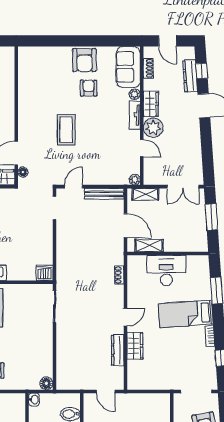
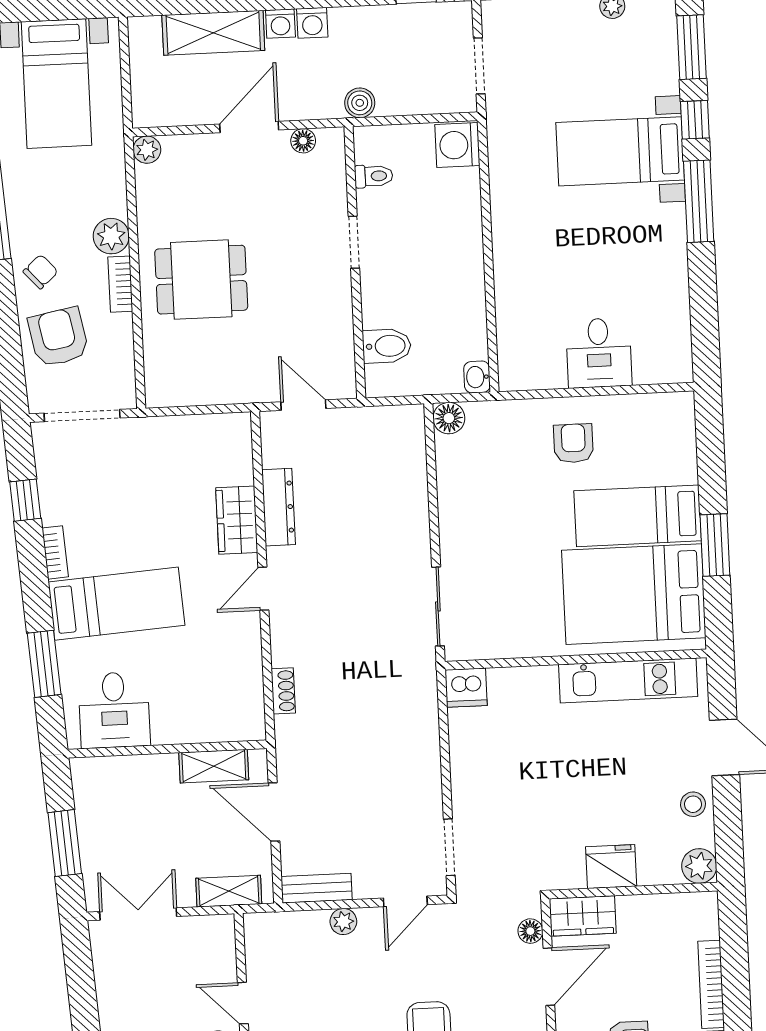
plant: (135, 180) -> (343, 922), moved
bench: (104, 194) -> (317, 888), width x0.73
desk: (166, 270) -> (114, 710), moved, width x0.73

